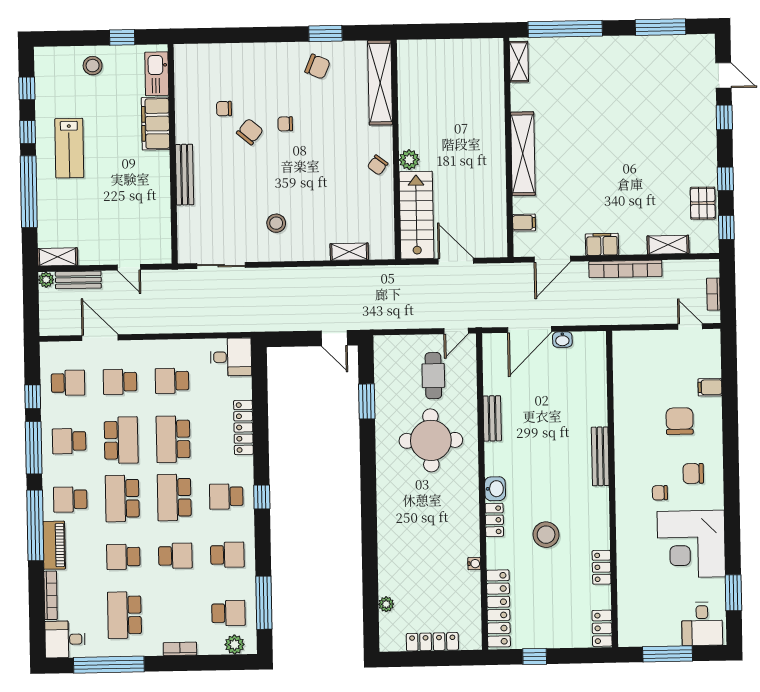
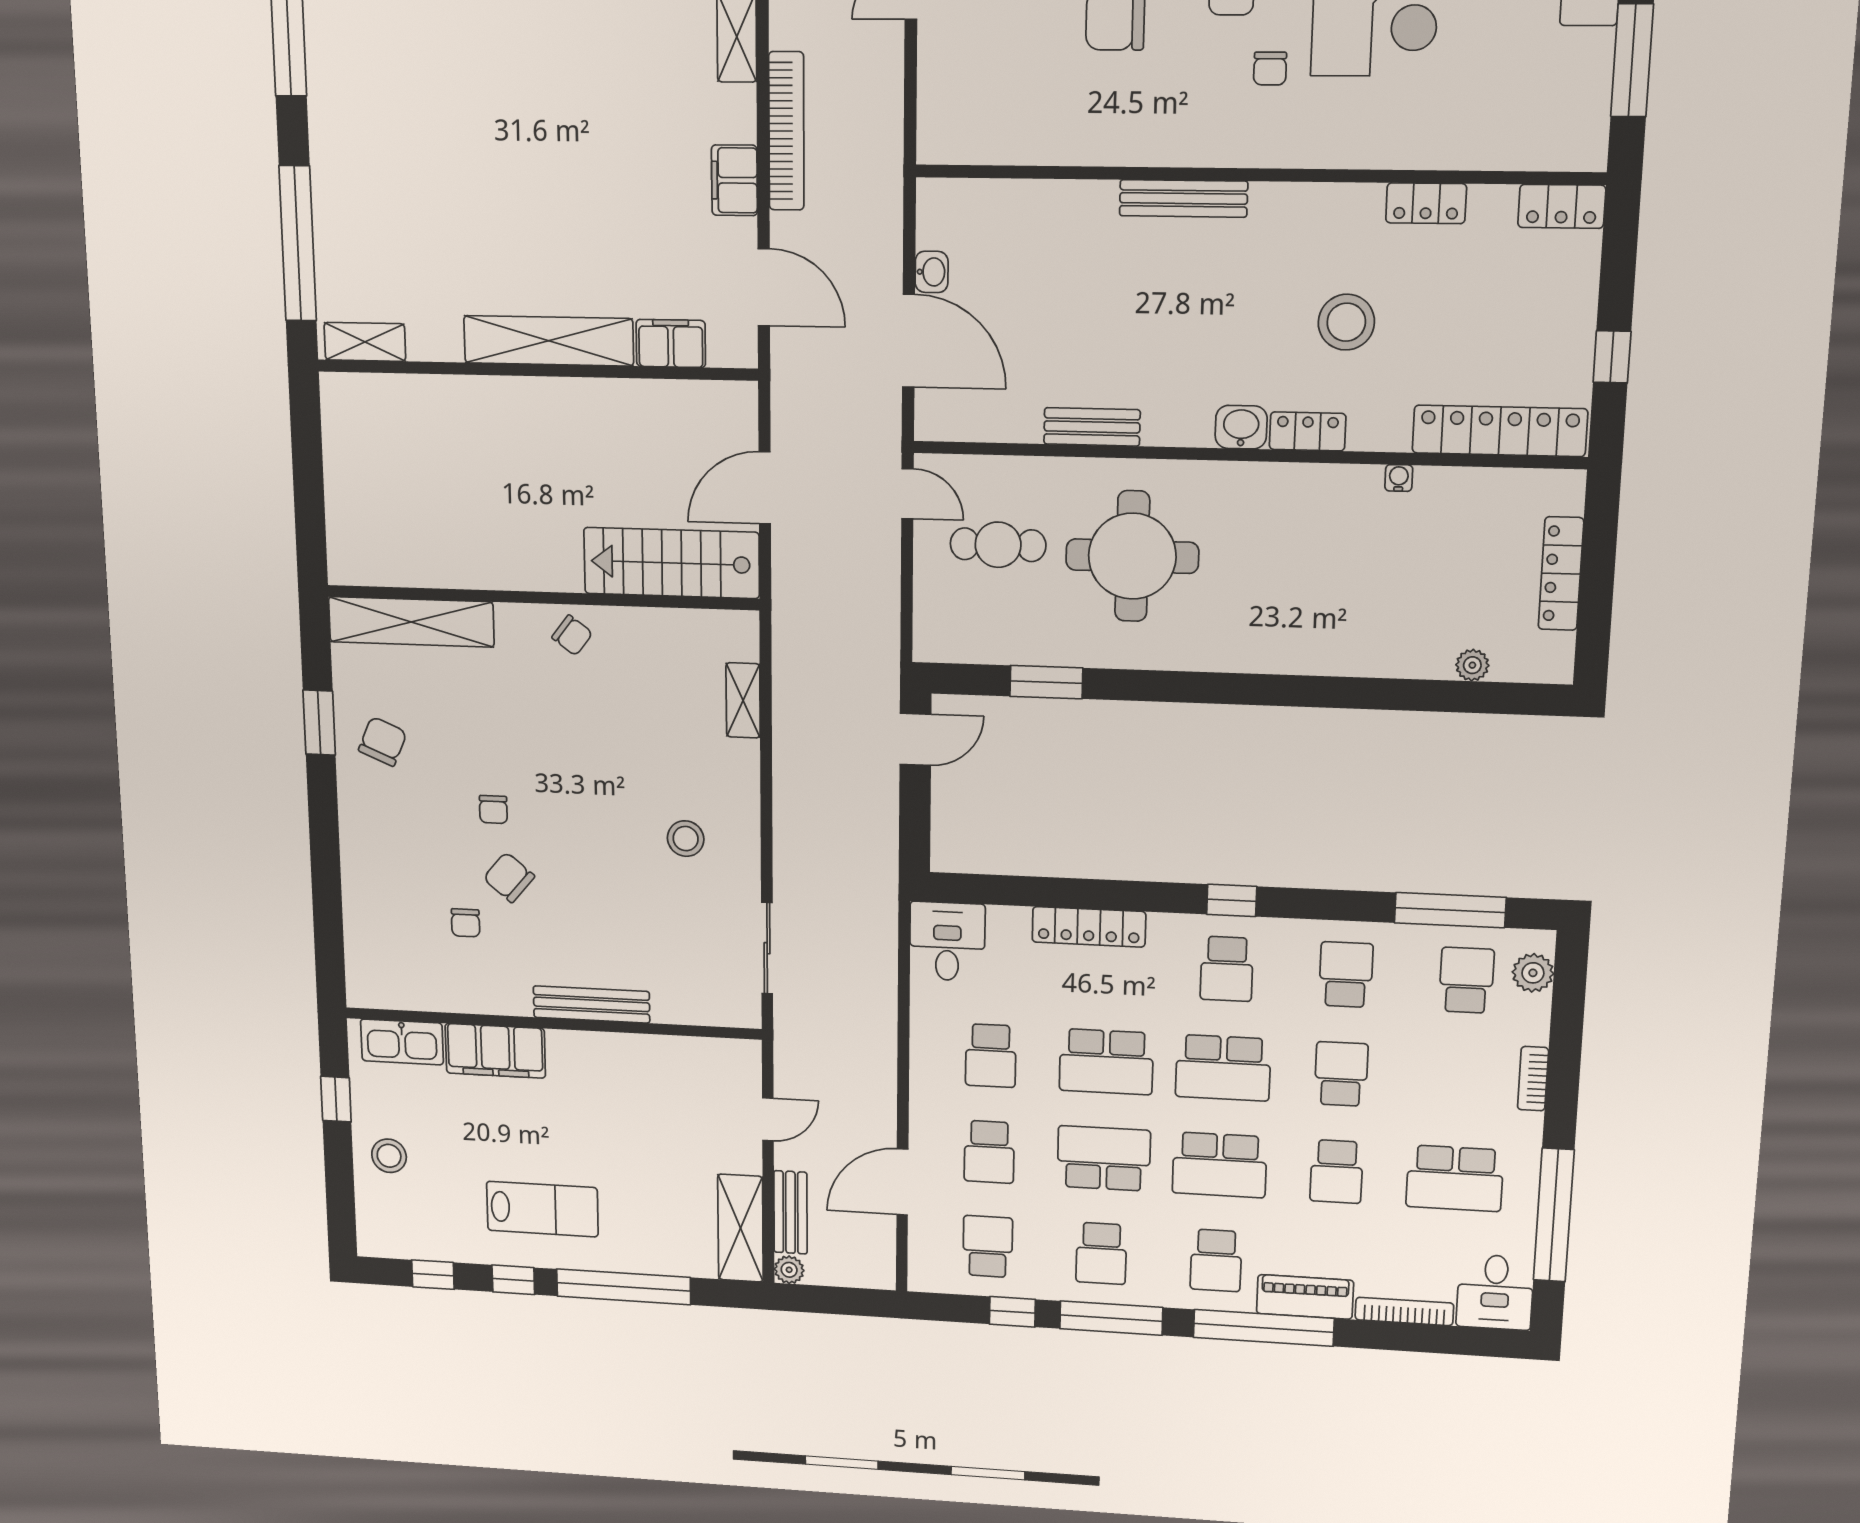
plant: (409, 160) -> (561, 572), removed
filing cabinet: (524, 223) -> (671, 343), width x2.00
shelving: (58, 257) -> (741, 1228), width x1.50, depth x1.33

